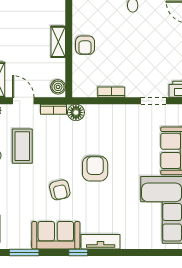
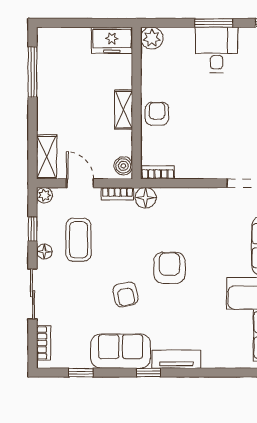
armchair: (85, 45) -> (157, 114), turned 180
bookcase: (111, 92) -> (158, 172), moved
window: (24, 252) -> (81, 373), width x0.67

